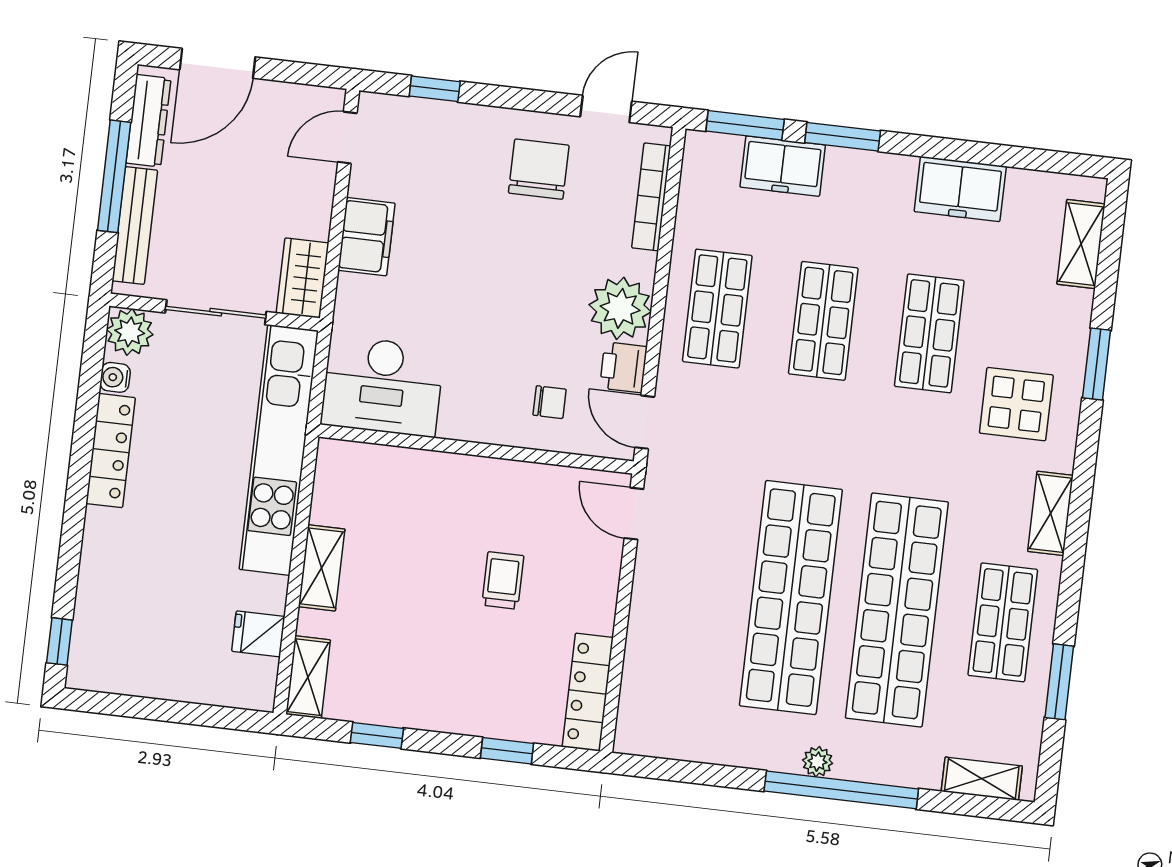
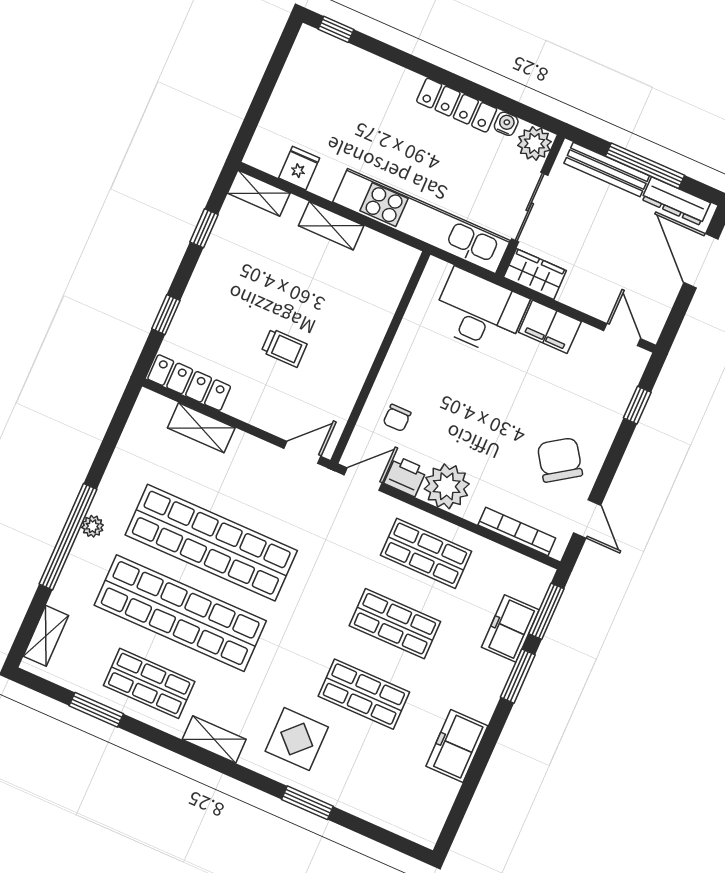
chair: (539, 169) -> (560, 460), turned -124
shelving: (1081, 244) -> (201, 428), moved
desk: (382, 386) -> (479, 312), moved, turned 90

